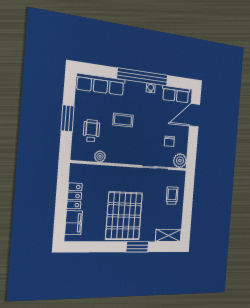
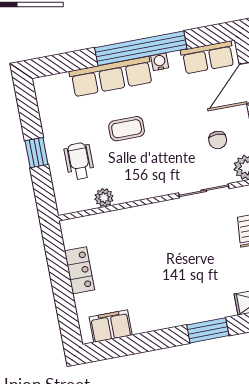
row of seats: (101, 84) -> (111, 77), moved
window: (68, 118) -> (37, 153), width x0.67
pallet: (124, 216) -> (171, 284), removed
filing cabinet: (74, 223) -> (111, 326), moved, turned -90

